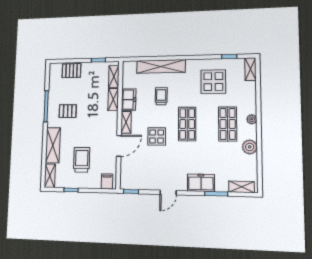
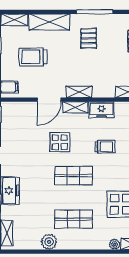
shelving: (113, 100) -> (79, 92), moved
plant: (252, 119) -> (115, 244), moved
door: (119, 146) -> (49, 100), hinge flipped
trolley: (82, 160) -> (33, 57), turned 180

